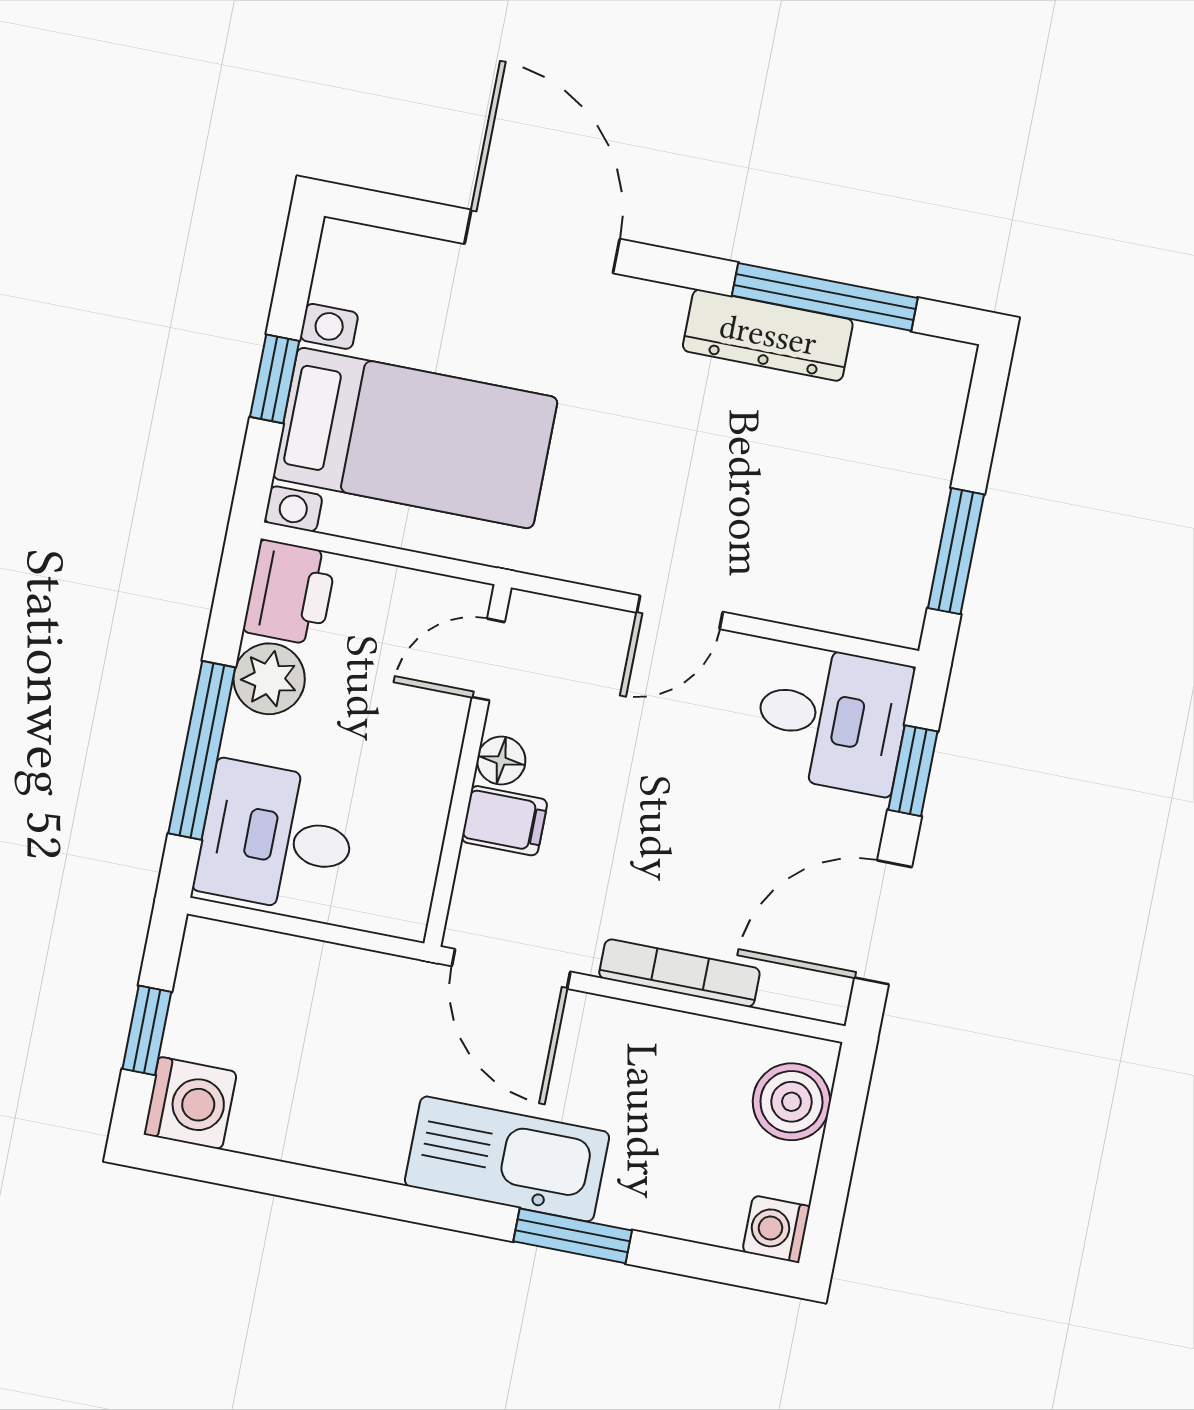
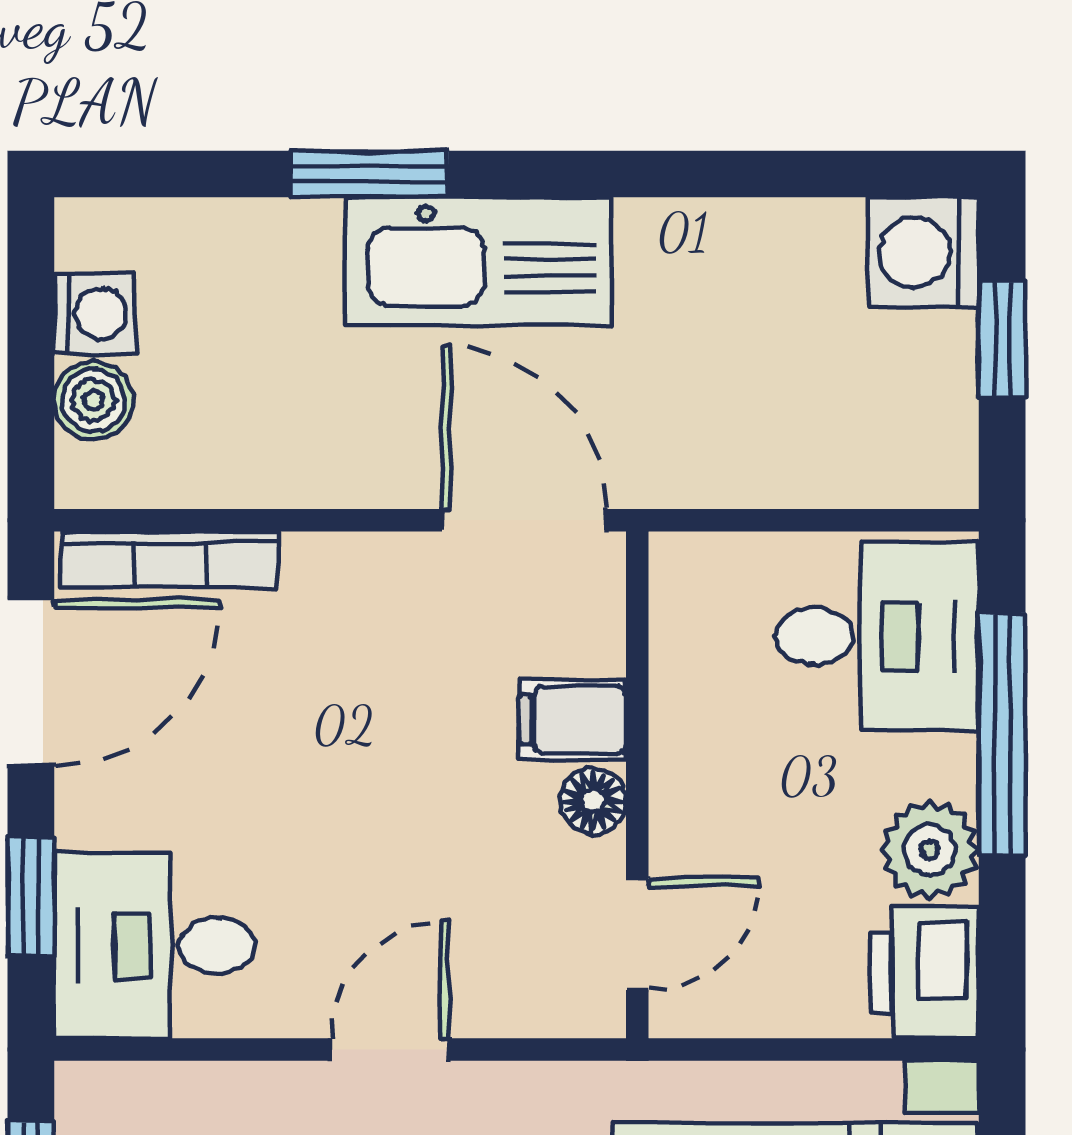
bookcase: (679, 973) -> (170, 559), moved
boiler: (791, 1102) -> (93, 400), width x0.73, depth x0.73
washing machine: (776, 1229) -> (94, 313), moved

